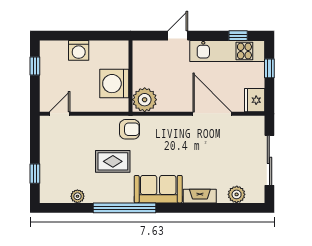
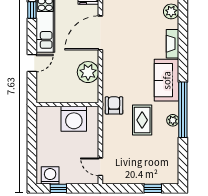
door: (178, 36) -> (32, 63), swing flipped
washing machine: (79, 50) -> (50, 175), moved, turned -90
plant: (145, 100) -> (88, 72), moved
plant: (77, 196) -> (173, 120), moved

